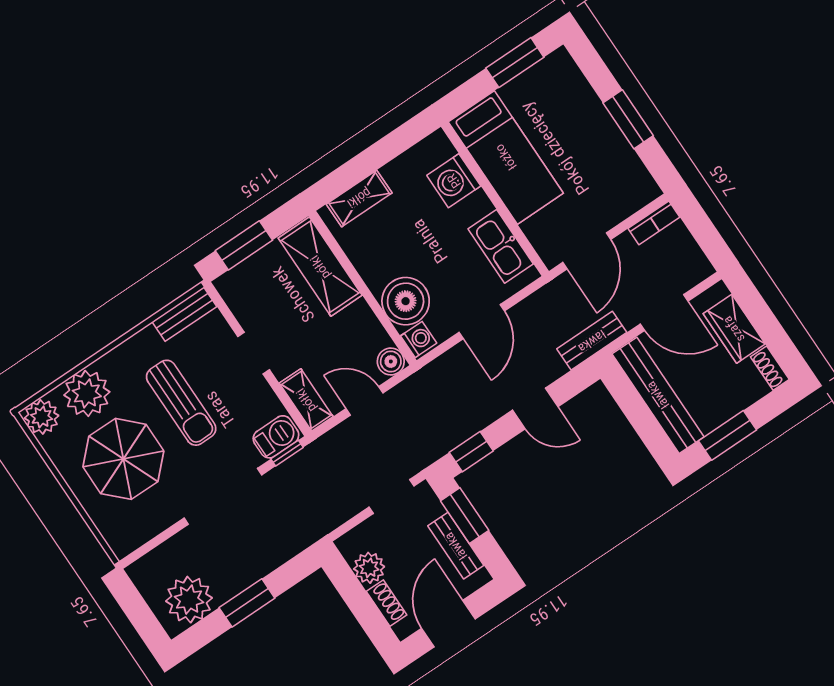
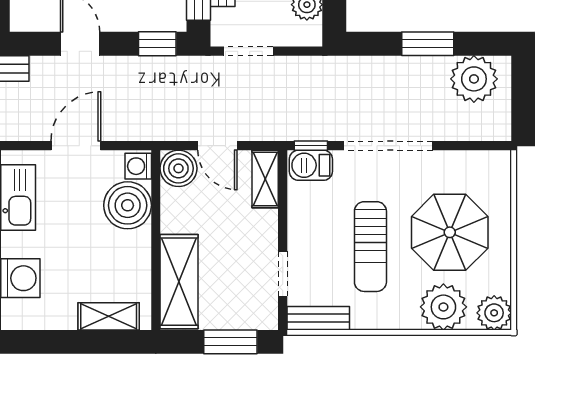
doorway: (254, 353) -> (283, 274), moved
boiler: (391, 362) -> (178, 168), width x1.36, depth x1.36
sun lounger: (181, 403) -> (370, 247), turned 180

